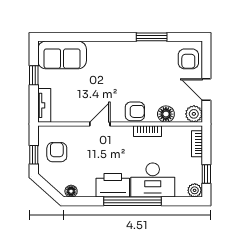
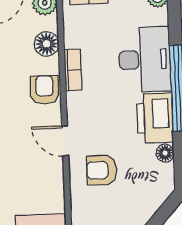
armchair: (57, 152) -> (102, 170), moved
floor lamp: (71, 191) -> (165, 153), moved

